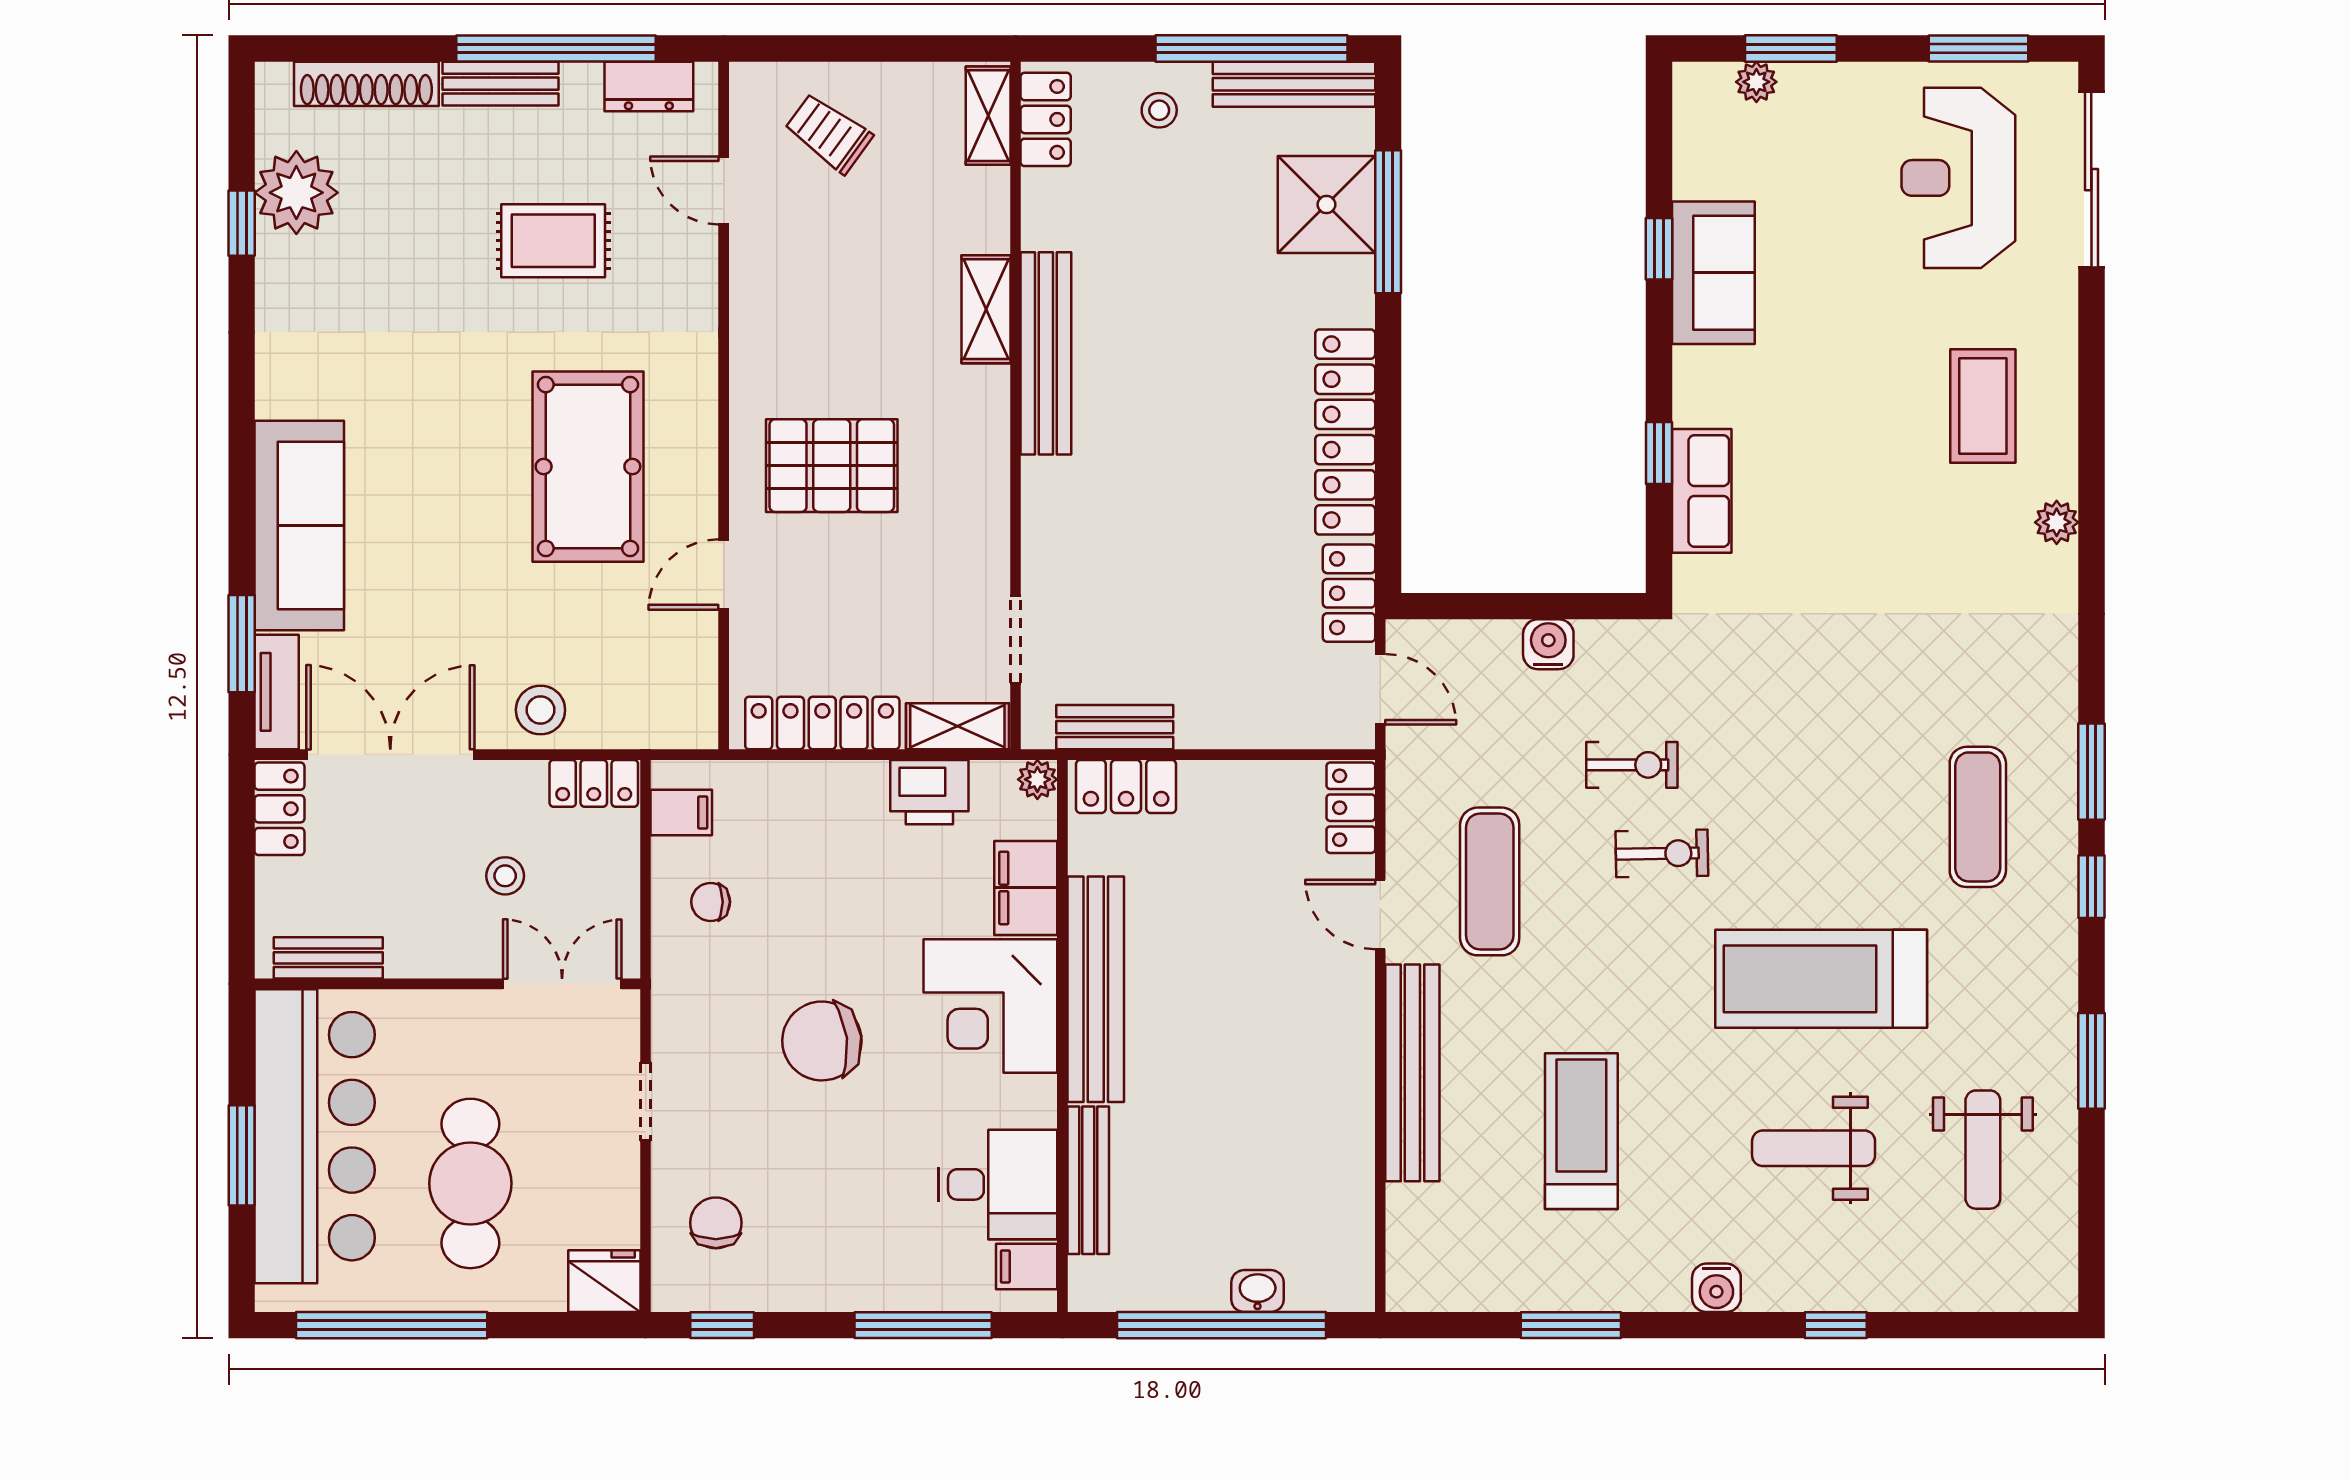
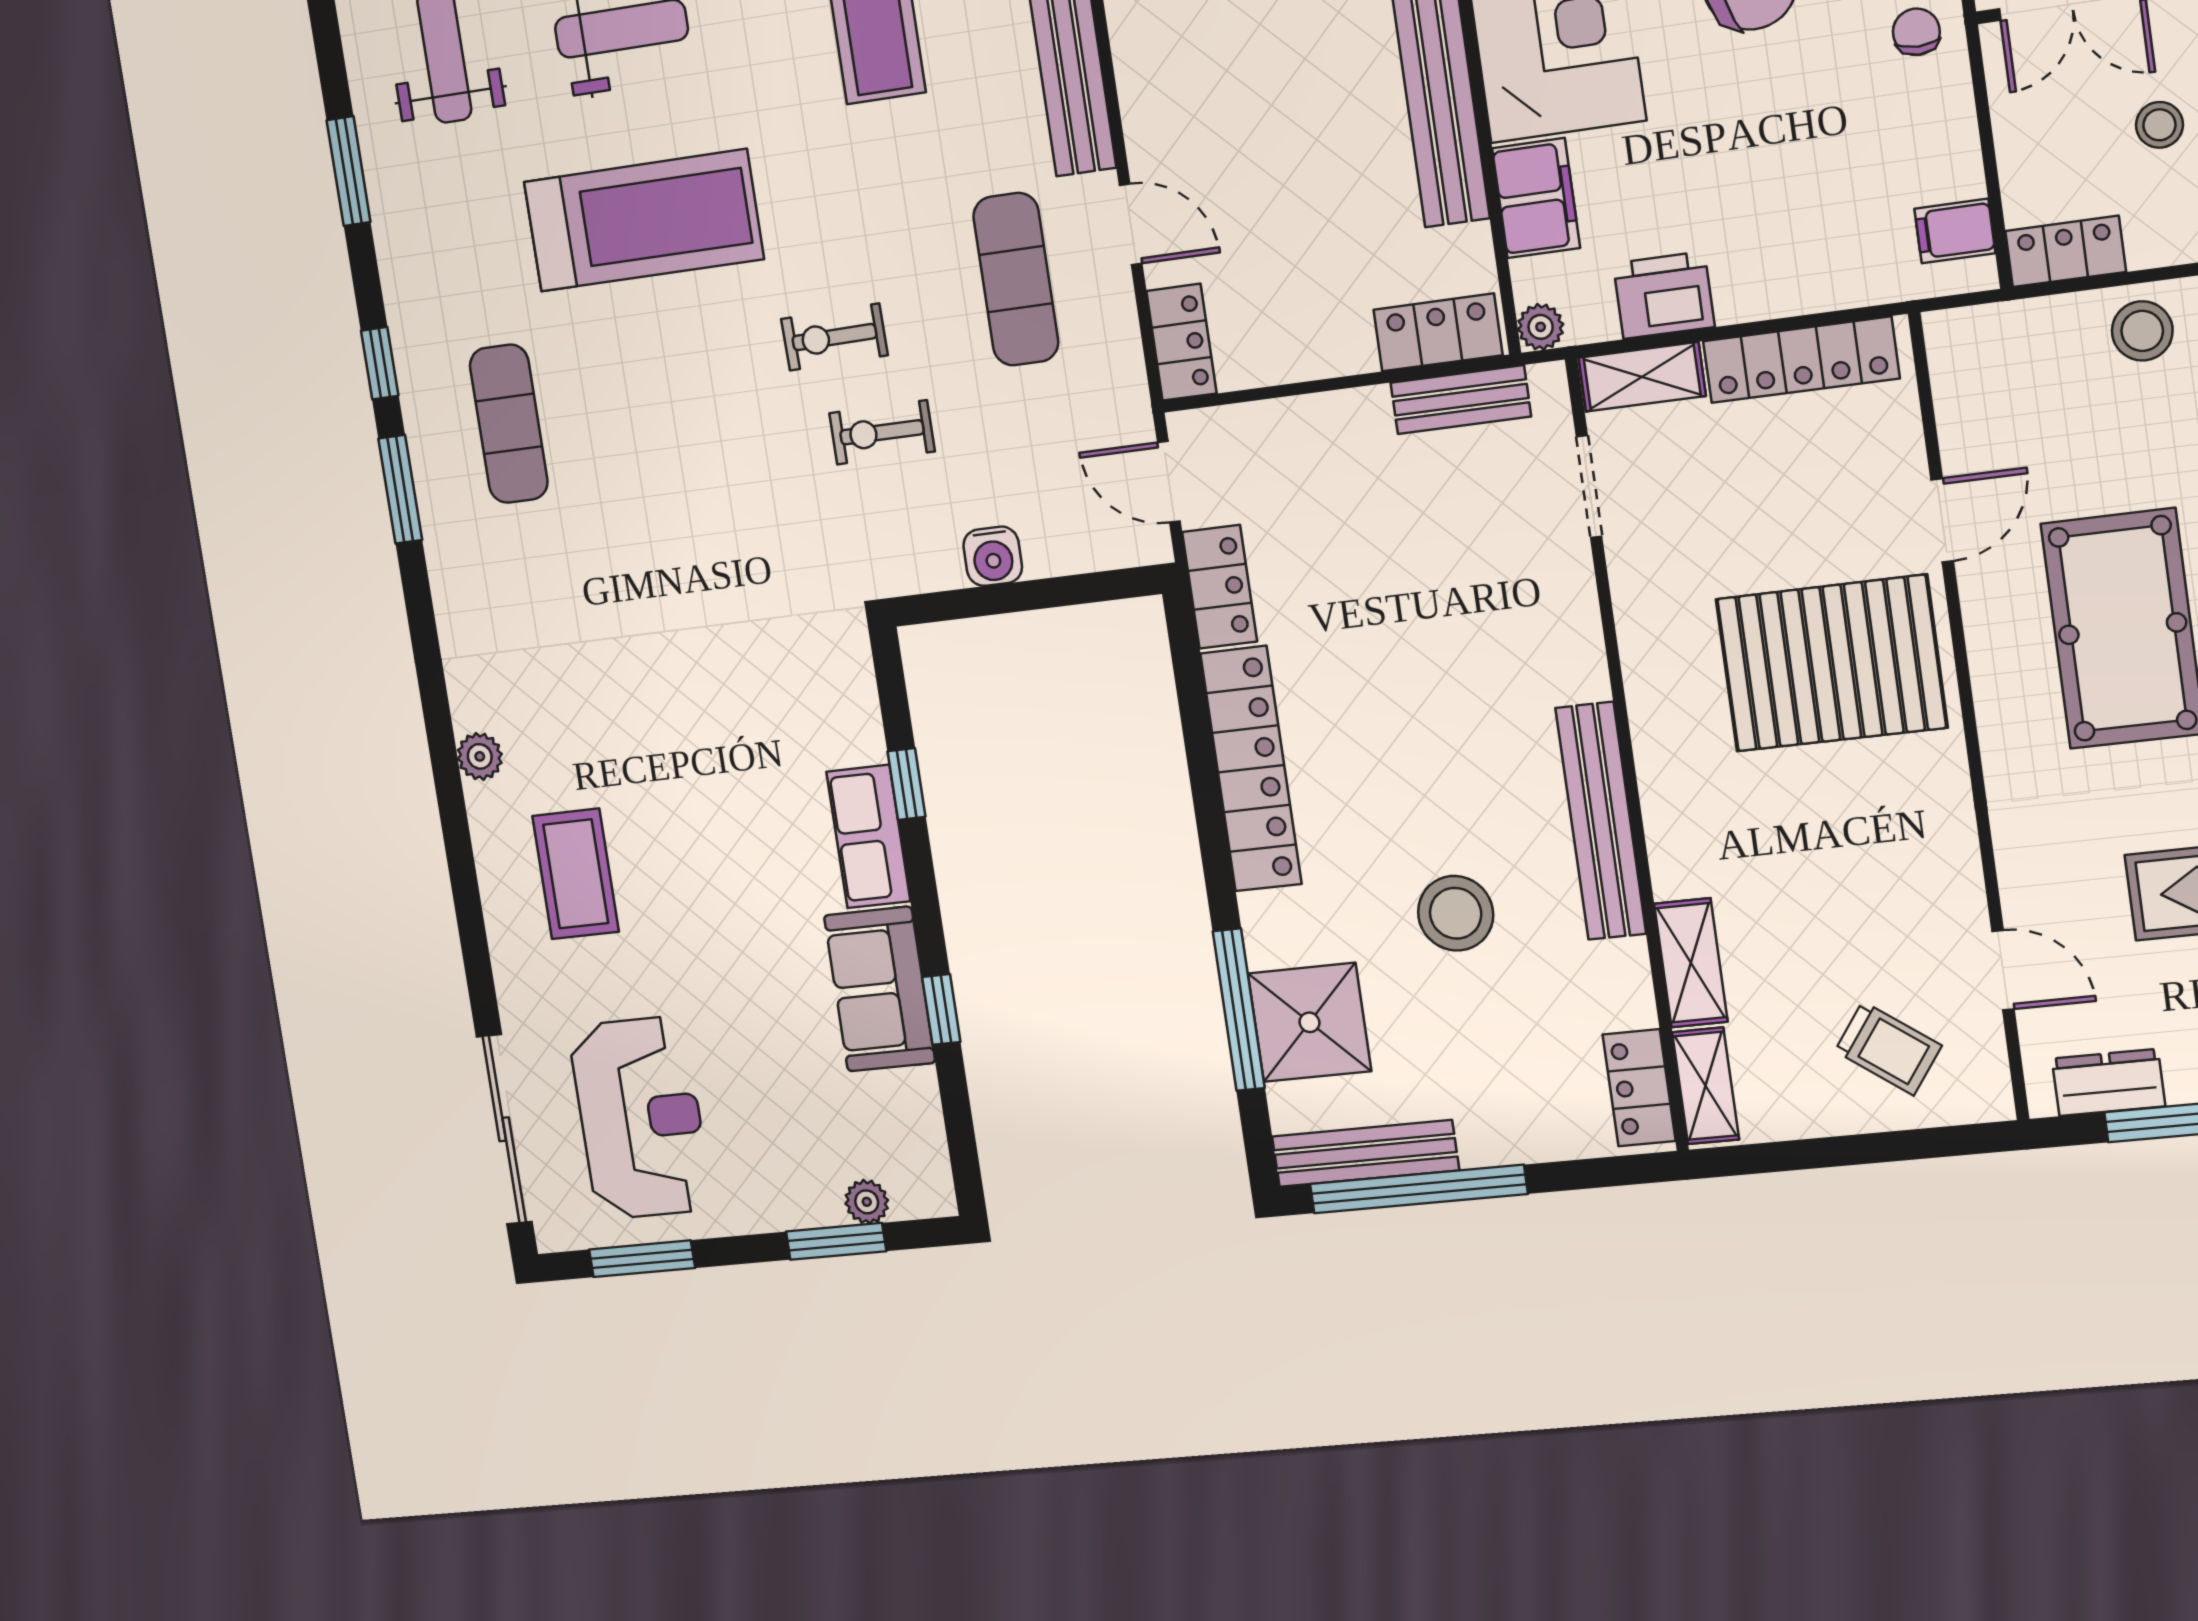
stool: (1159, 110) -> (1456, 913), moved, width x1.89, depth x1.89
shelving: (986, 309) -> (1691, 963), moved
pallet: (832, 466) -> (1831, 663), width x1.37, depth x1.41
row of seats: (1702, 491) -> (868, 836), moved
chair: (711, 902) -> (1916, 32), moved, turned -90

